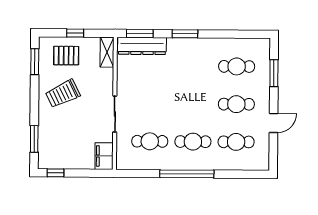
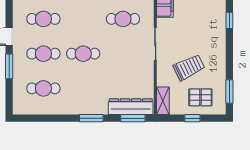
window: (274, 73) -> (9, 66), moved
trolley: (63, 94) -> (189, 67), moved
window: (34, 139) -> (229, 20), width x0.67
cafe table: (193, 142) -> (83, 54), moved

